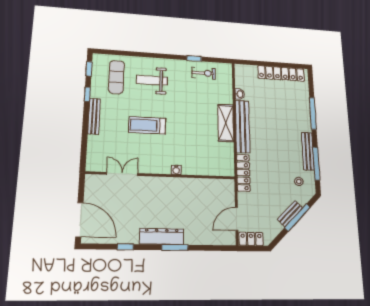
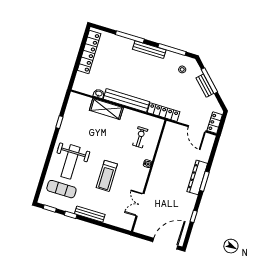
exercise bike: (204, 73) -> (140, 137), moved
weight bench: (152, 80) -> (70, 162), width x1.36, depth x1.33
shelving: (226, 123) -> (106, 109), moved
bench: (308, 151) -> (149, 50), moved
dresser: (162, 236) -> (197, 177), moved

